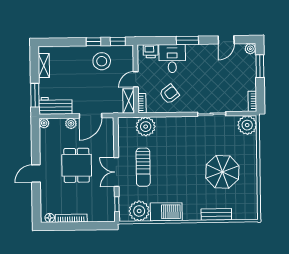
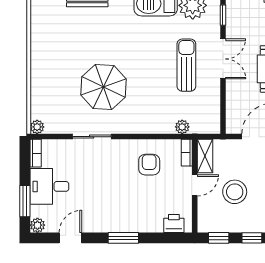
desk: (172, 59) -> (49, 186), moved, turned 90
stool: (102, 61) -> (235, 192), moved
armchair: (169, 94) -> (149, 165), turned 127
plant: (247, 125) -> (37, 127), width x0.53, depth x0.53
plant: (146, 127) -> (182, 127), width x0.53, depth x0.53
parasol: (222, 172) -> (104, 87), moved

